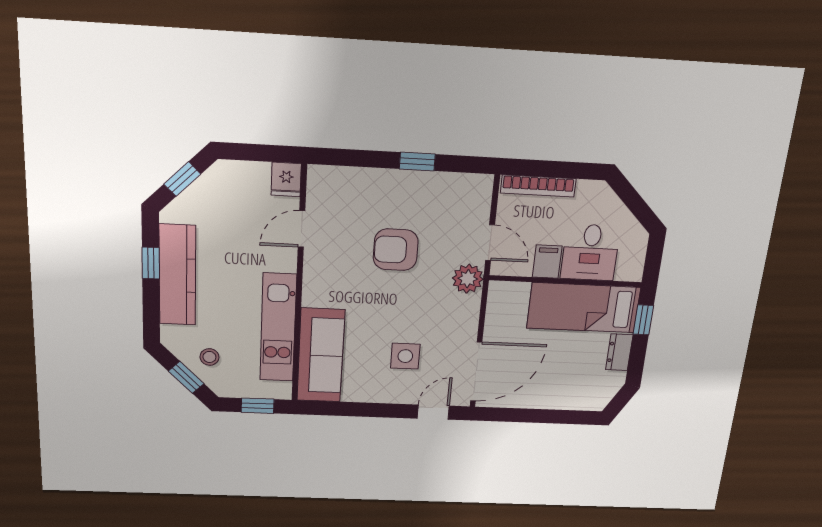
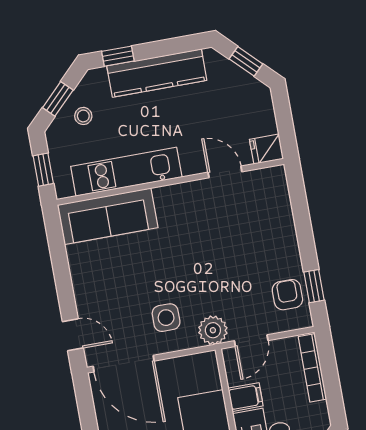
window: (417, 162) -> (314, 286), moved
armchair: (396, 250) -> (287, 295), moved, width x0.72, depth x0.72
window: (151, 263) -> (118, 56), moved
side table: (405, 356) -> (166, 318), moved

